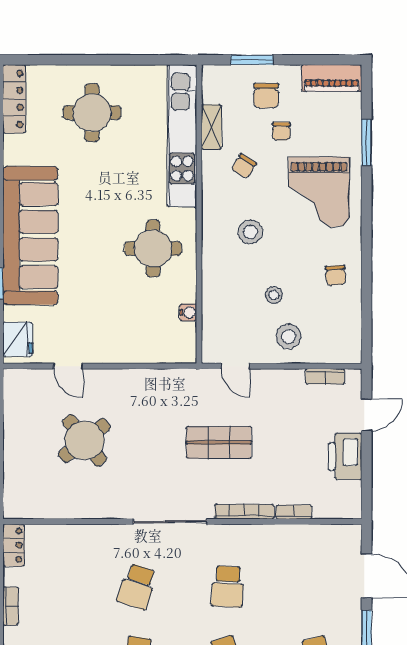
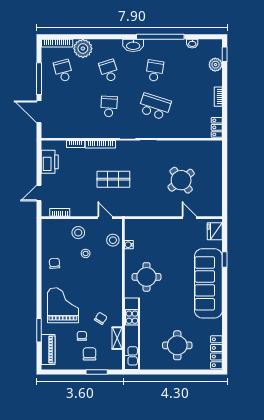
piano: (332, 78) -> (48, 350), moved, turned 90
stool: (250, 232) -> (113, 240), moved
printer: (345, 456) -> (50, 162), moved
school desk: (137, 587) -> (155, 107), width x1.85

